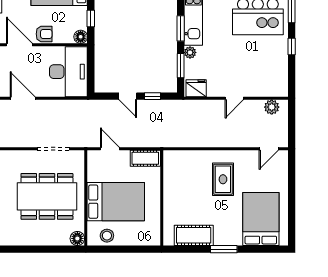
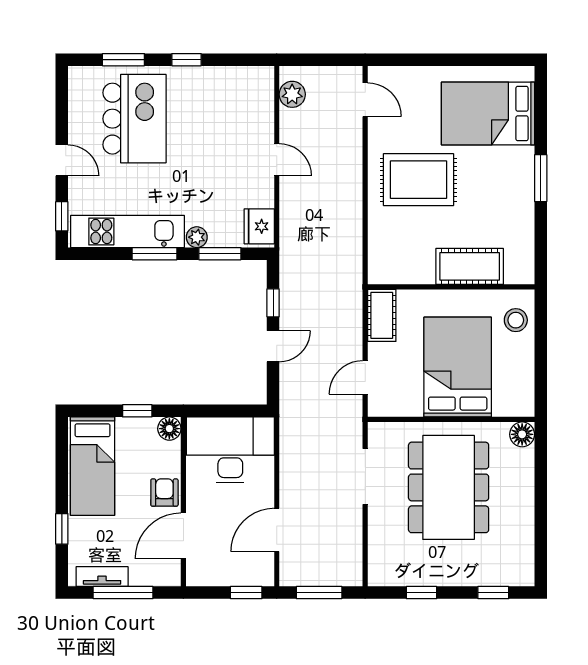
rug: (223, 179) -> (419, 180), width x1.36, depth x1.43
cot: (194, 235) -> (470, 266), moved, turned 90
stool: (107, 236) -> (516, 320), moved

